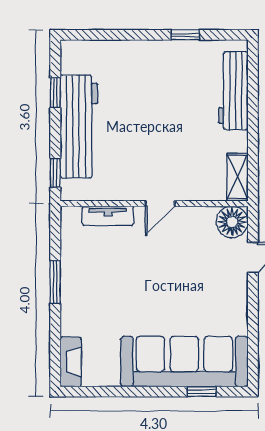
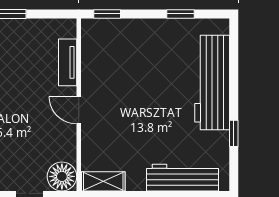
workbench: (79, 127) -> (212, 82), moved, turned 90

